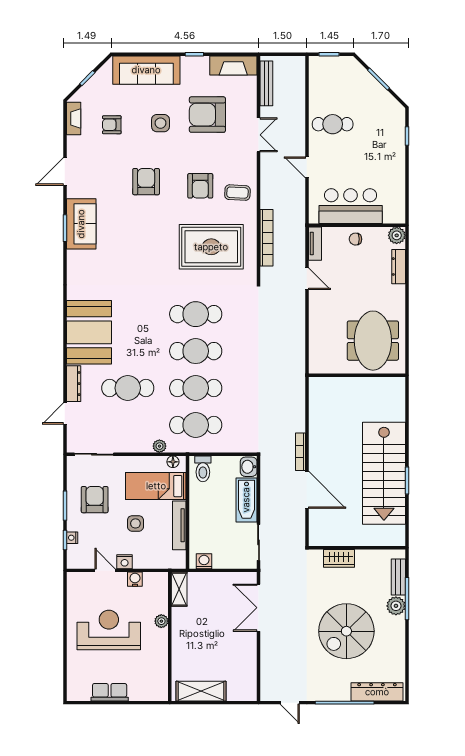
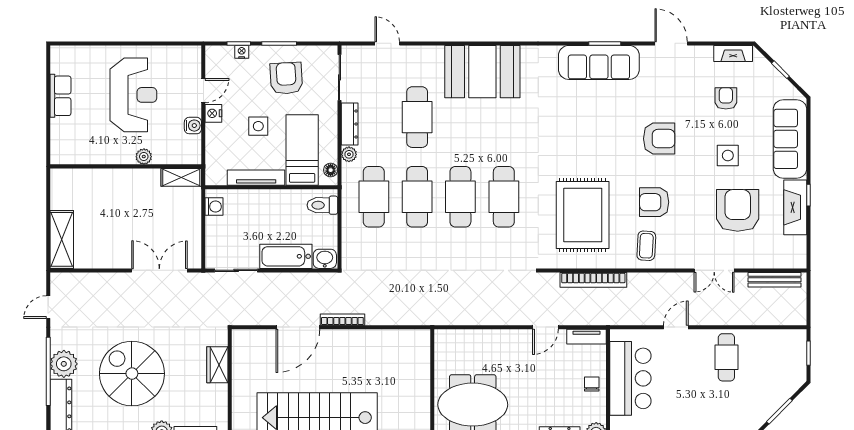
fireplace: (233, 65) -> (795, 207), moved
sofa: (81, 224) -> (599, 62), width x1.36
dresser: (74, 384) -> (350, 124), moved, turned -90
armchair: (95, 500) -> (286, 78), turned -93
plant: (338, 689) -> (64, 364), added
shelving: (201, 691) -> (62, 239), moved

